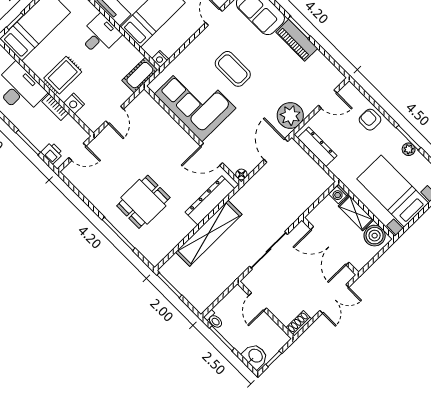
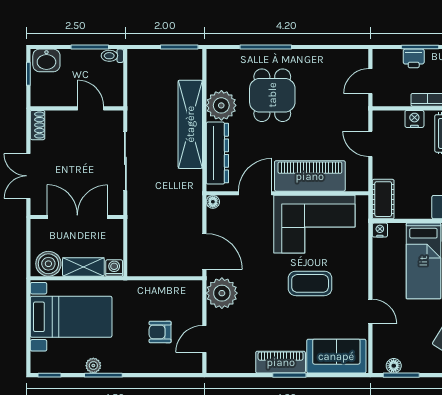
armchair: (370, 120) -> (160, 332), moved, turned 180
piano: (169, 132) -> (310, 176), added
dresser: (317, 147) -> (173, 290), removed
printer: (52, 153) -> (414, 58), moved
plant: (179, 226) -> (221, 105), added

